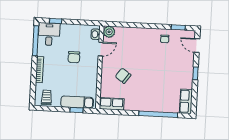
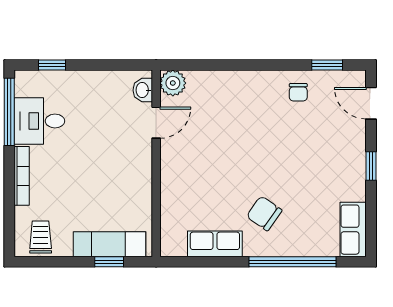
desk: (49, 34) -> (39, 121), moved, turned -90
chair: (74, 57) -> (97, 144), removed
chair: (123, 76) -> (264, 213), moved
row of seats: (112, 104) -> (215, 244), moved

